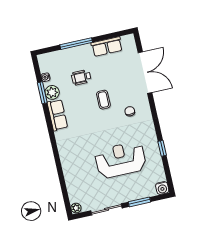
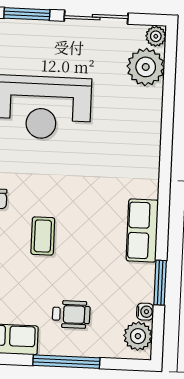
wheelchair: (81, 77) -> (71, 314), moved
plant: (52, 92) -> (138, 336), moved
plant: (77, 192) -> (146, 67), added

